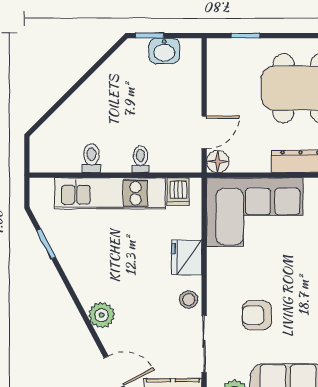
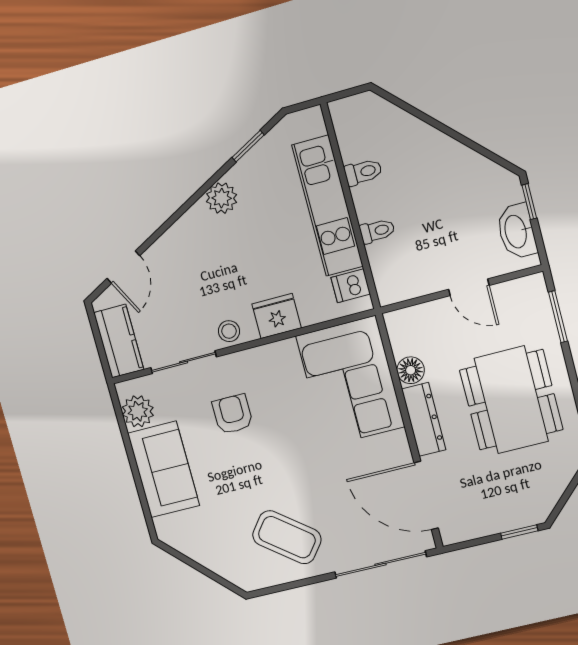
window: (245, 36) -> (558, 317), width x1.50
washbasin: (164, 51) -> (517, 231), width x1.38
door: (204, 132) -> (469, 287), moved
floor lamp: (218, 162) -> (411, 370), moved
plant: (102, 315) -> (222, 198), moved

